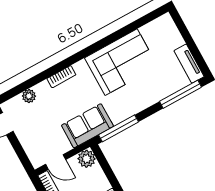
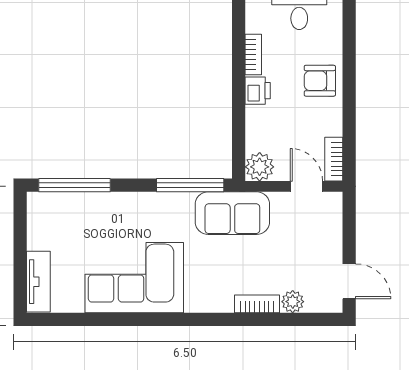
tv unit: (189, 64) -> (38, 282), moved
bookcase: (61, 77) -> (257, 304), moved

